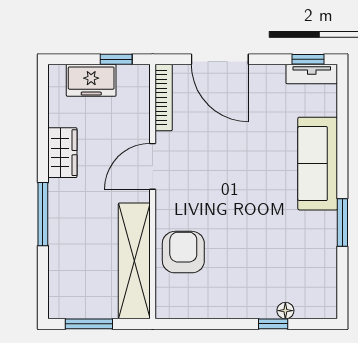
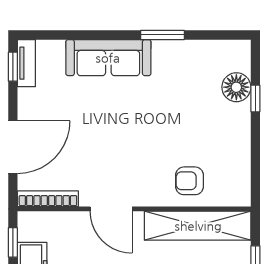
armchair: (183, 252) -> (189, 181), width x0.72, depth x0.72
floor lamp: (285, 311) -> (236, 87), width x1.89, depth x1.89

